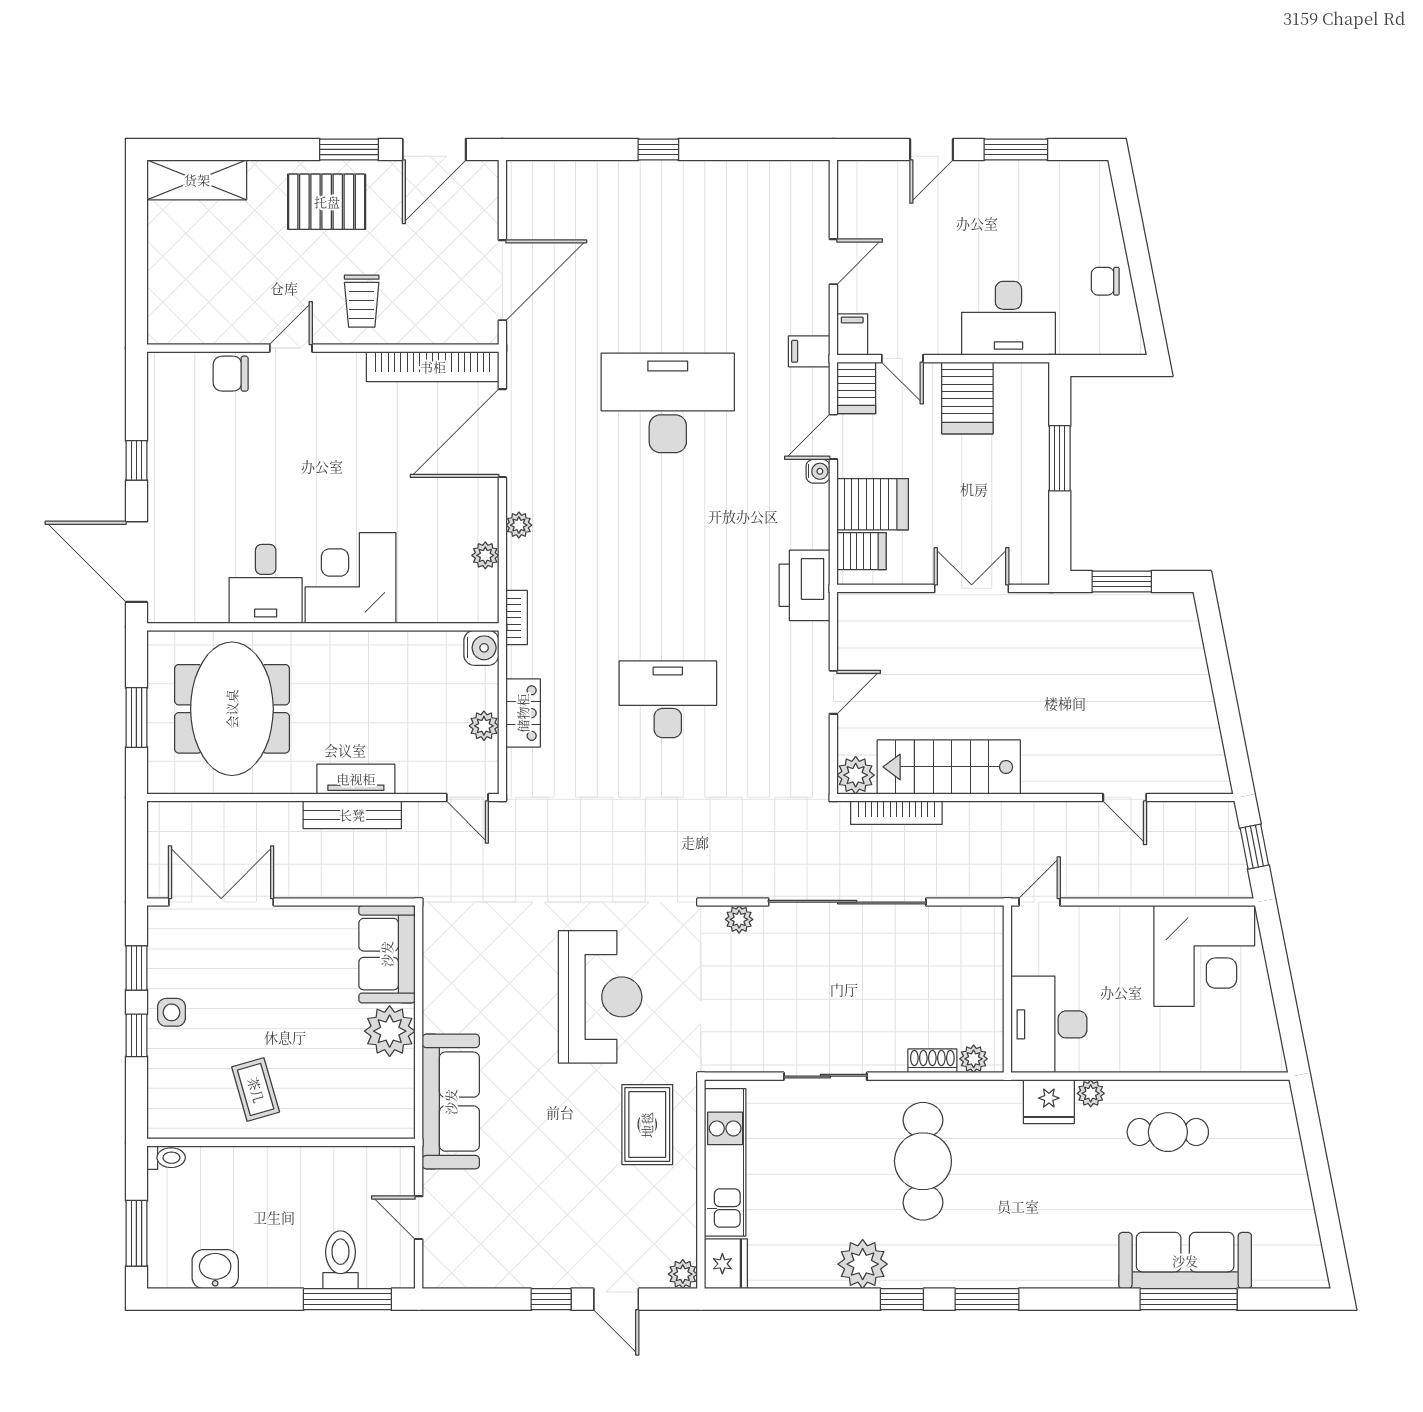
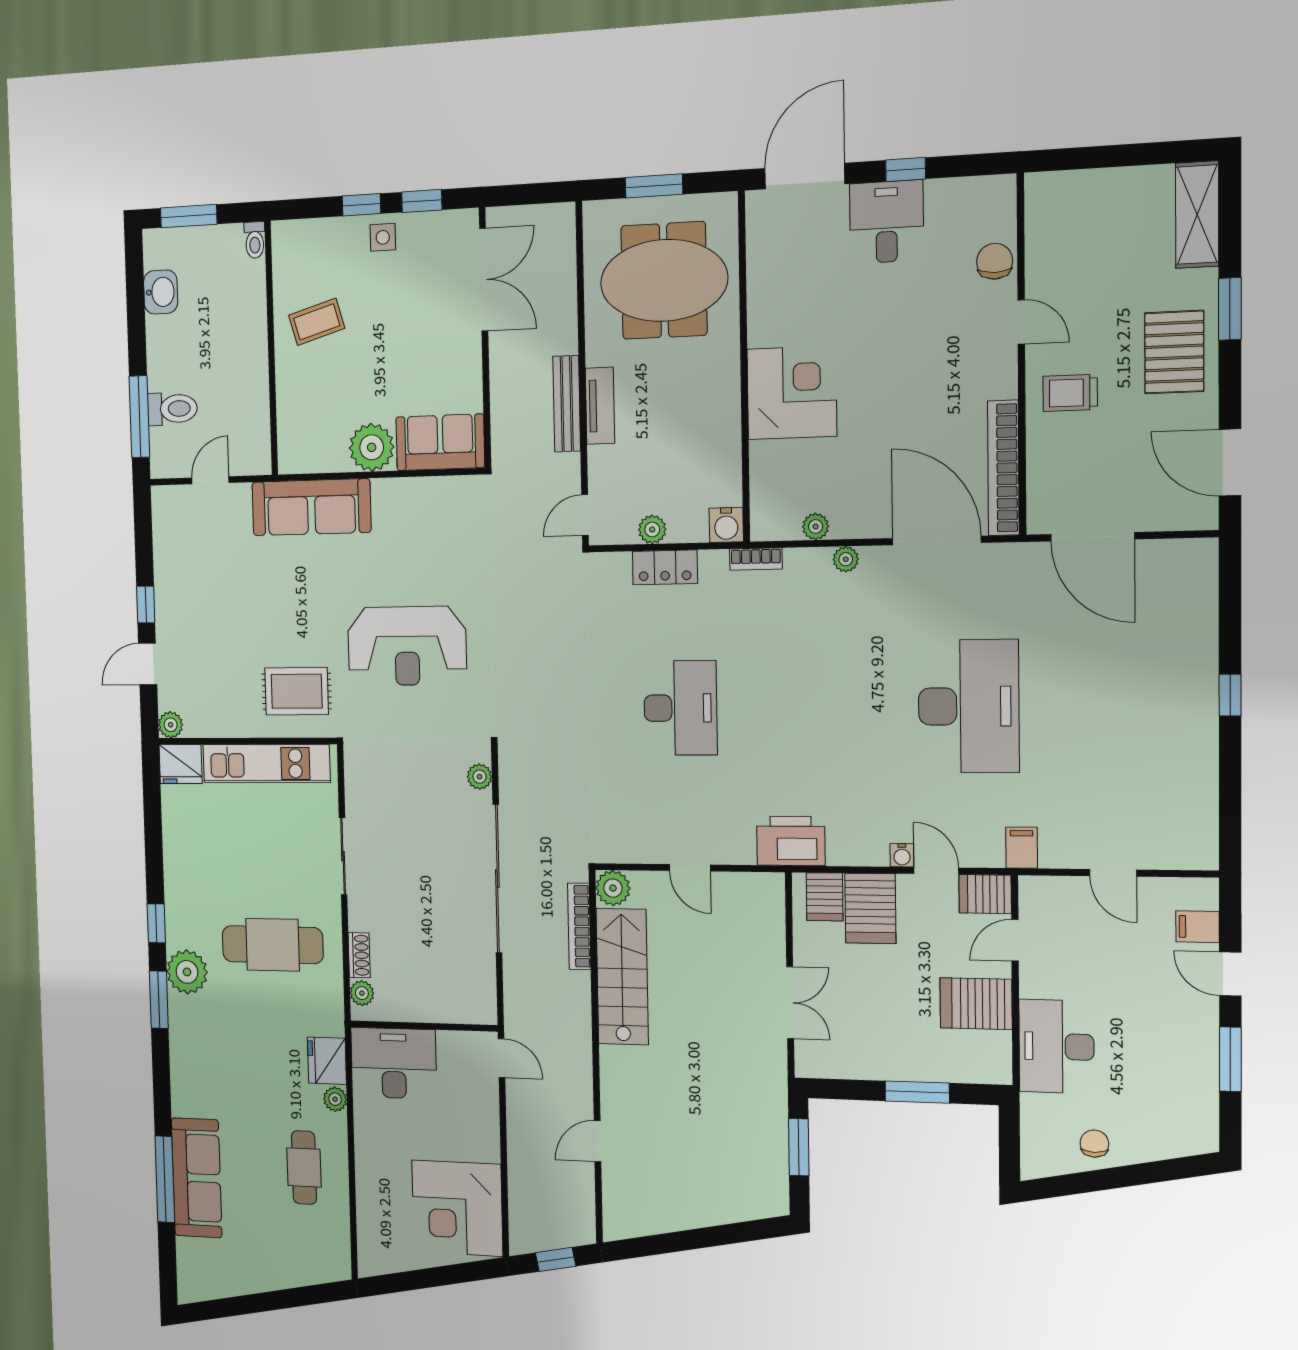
window: (349, 149) -> (1230, 309), moved
filing cabinet: (852, 334) -> (1198, 927), moved, turned 180
desk: (266, 584) -> (886, 222), moved, turned 90
plant: (863, 1264) -> (187, 972), moved

